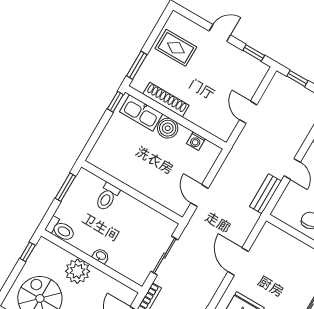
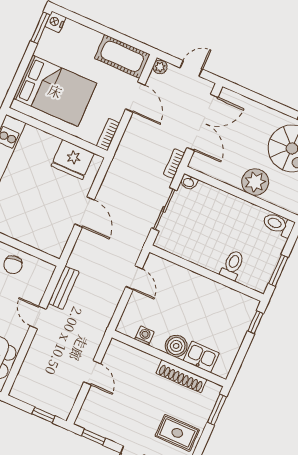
window: (115, 102) -> (255, 322), moved
kitchen sink: (141, 113) -> (201, 357), width x0.73
washbasin: (101, 256) -> (189, 182), moved

